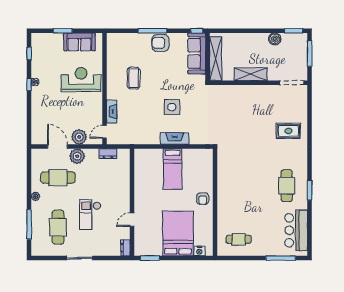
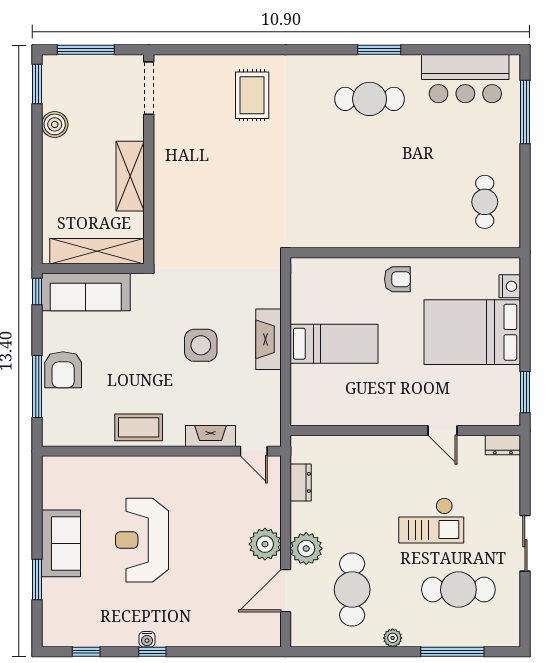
wall: (104, 89) -> (161, 451), moved
fireplace: (112, 112) -> (210, 436), moved
door: (104, 132) -> (254, 451), moved

